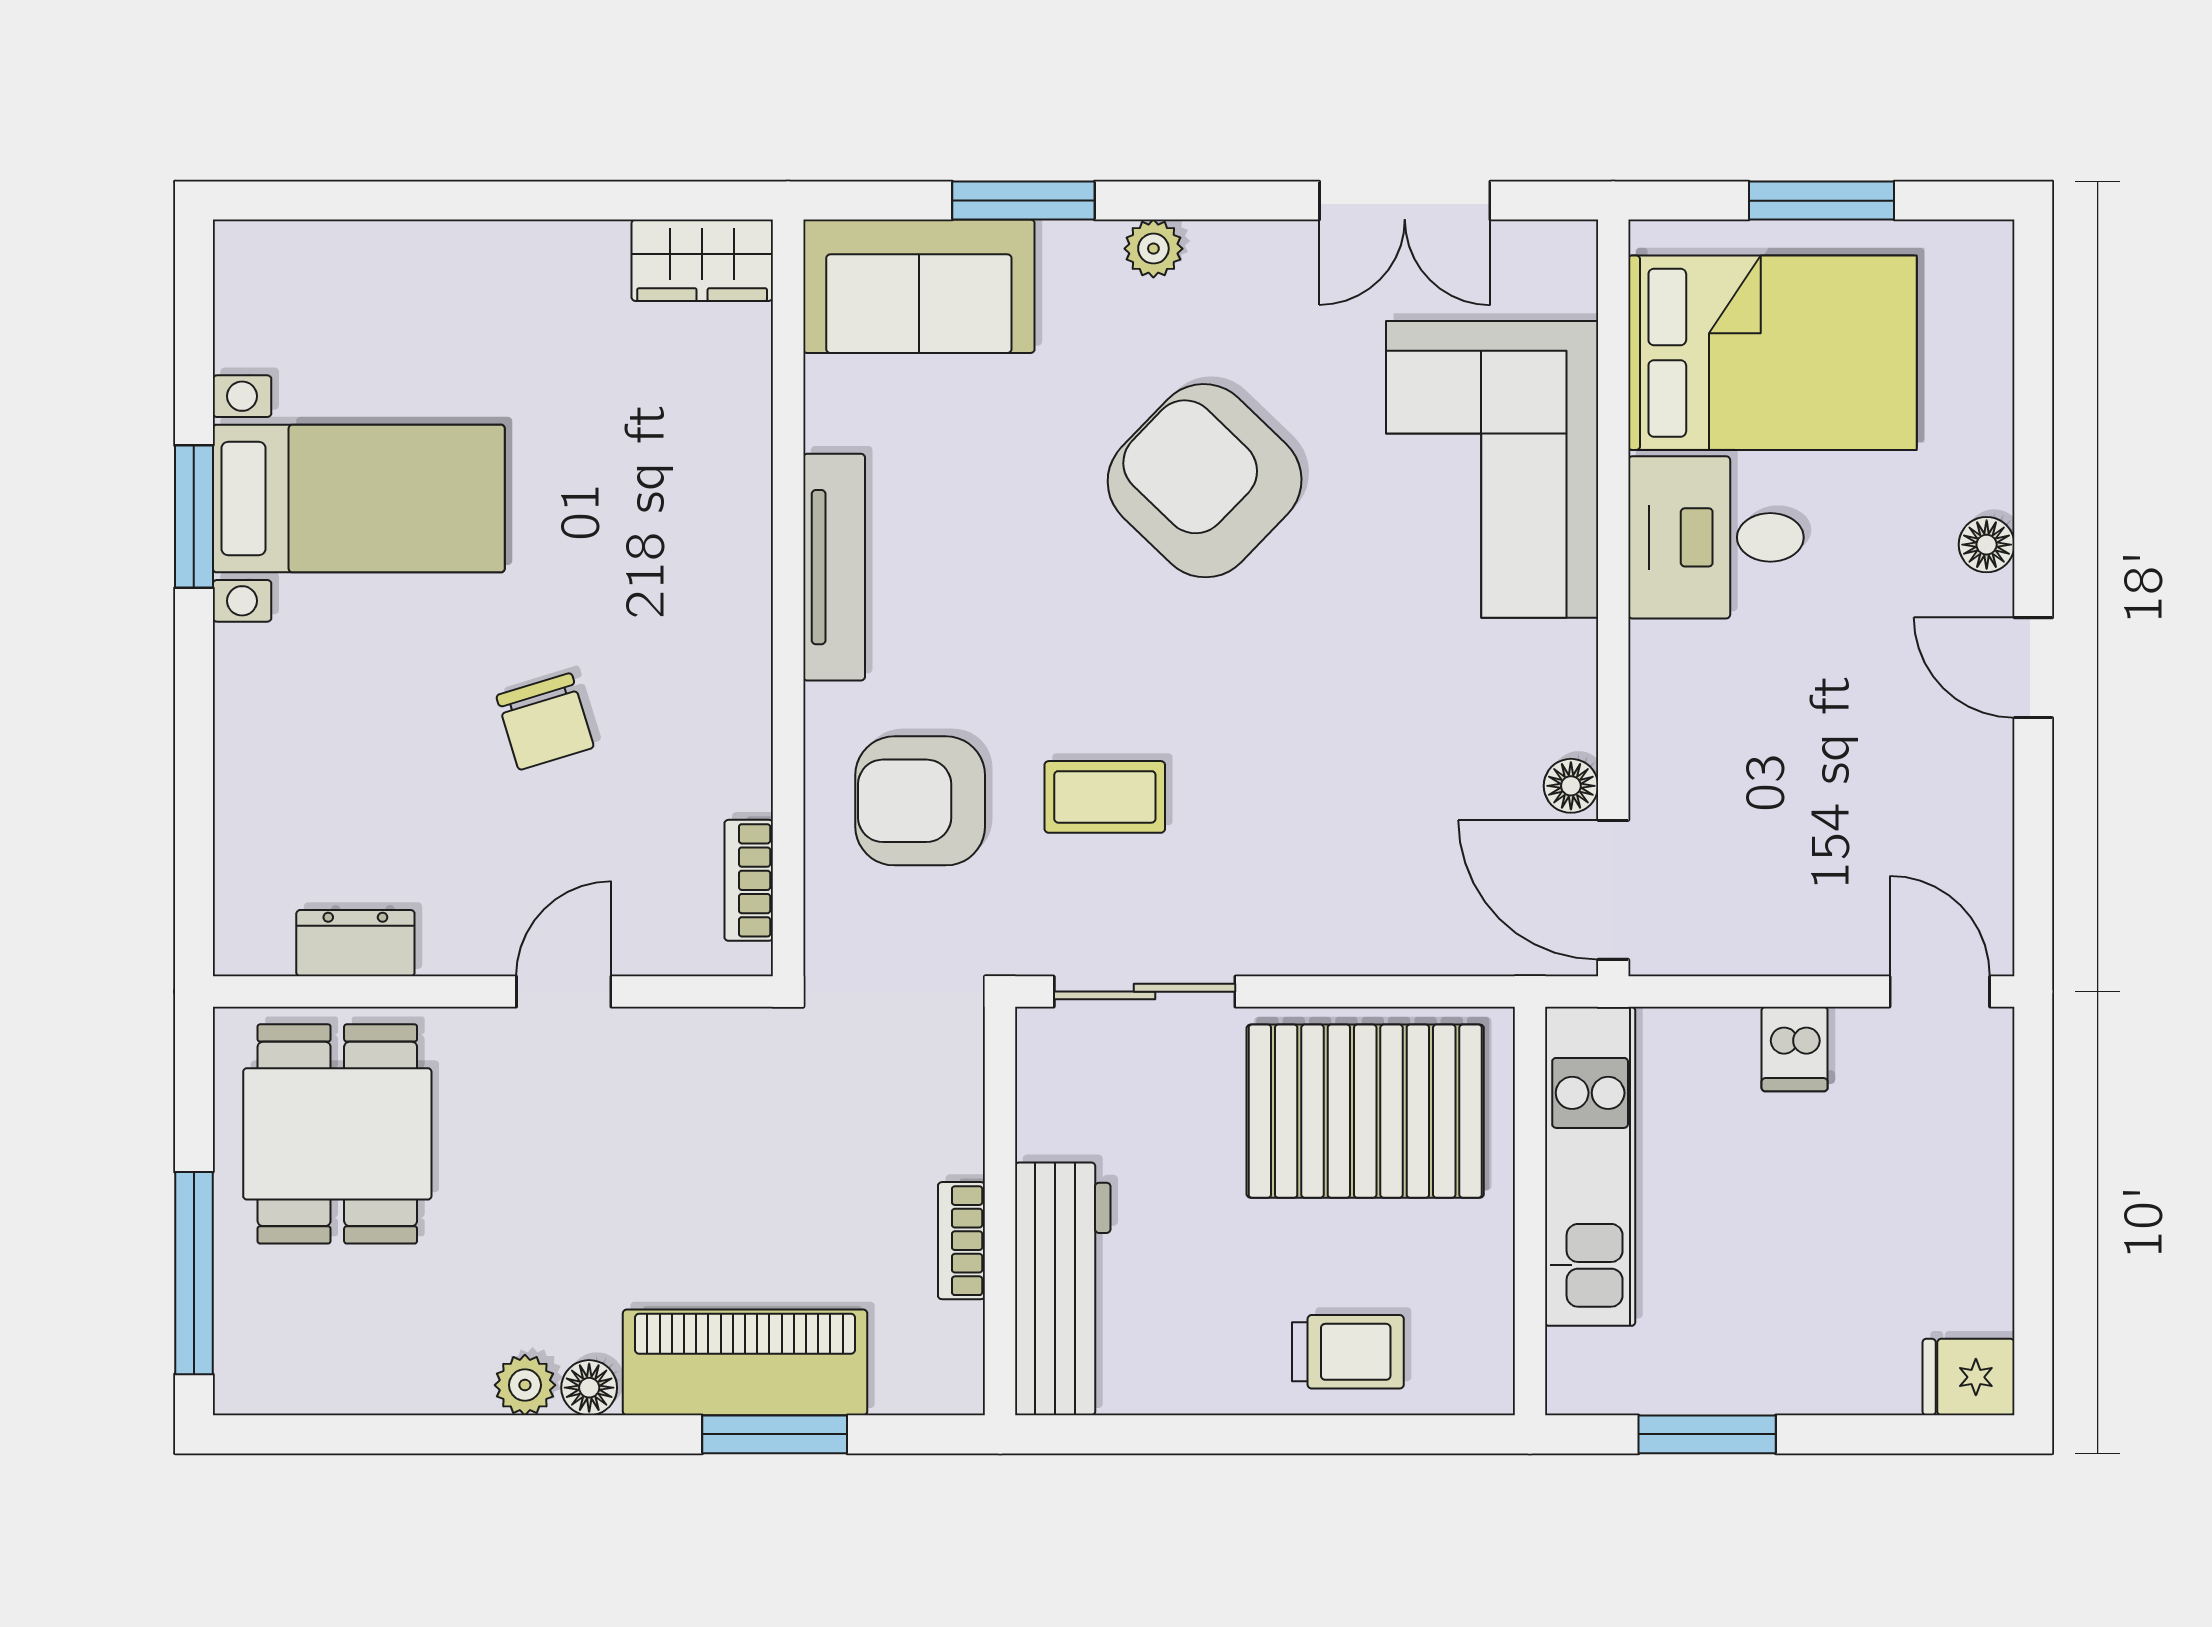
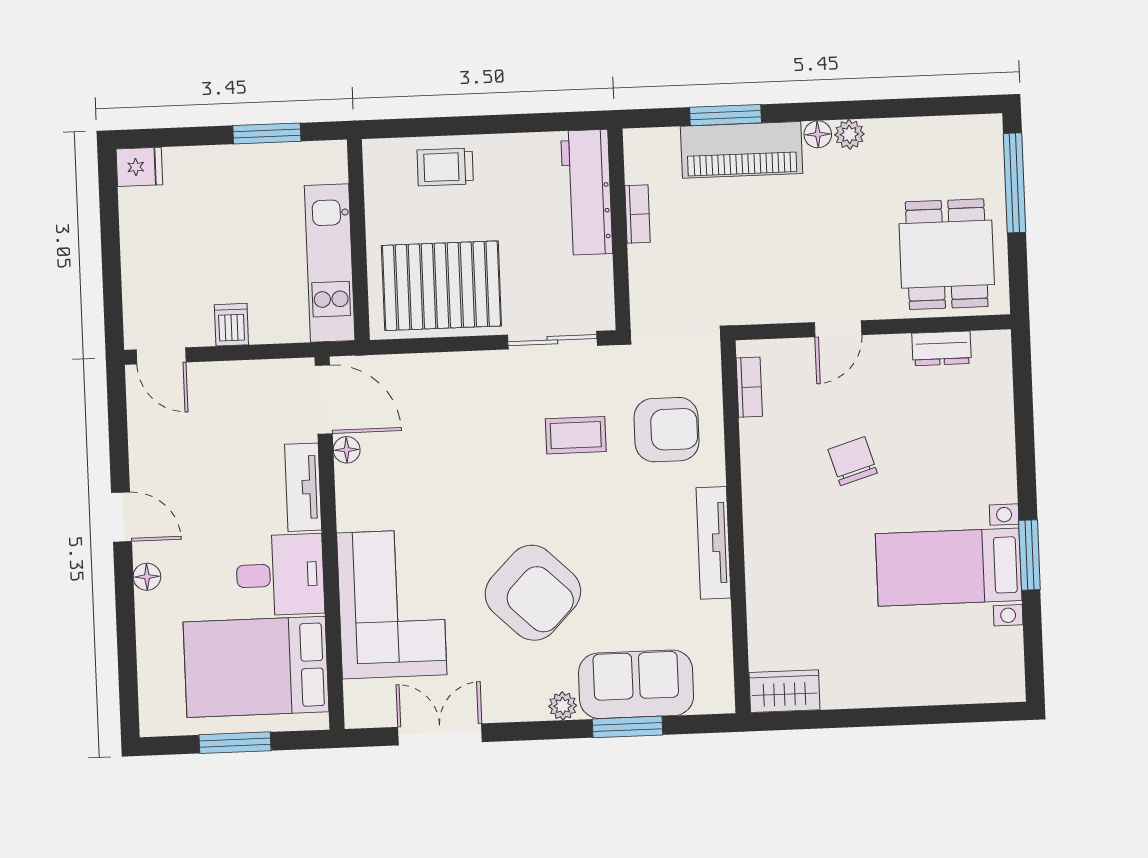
sofa: (919, 286) -> (636, 684), moved
tv unit: (1662, 713) -> (303, 487), added

